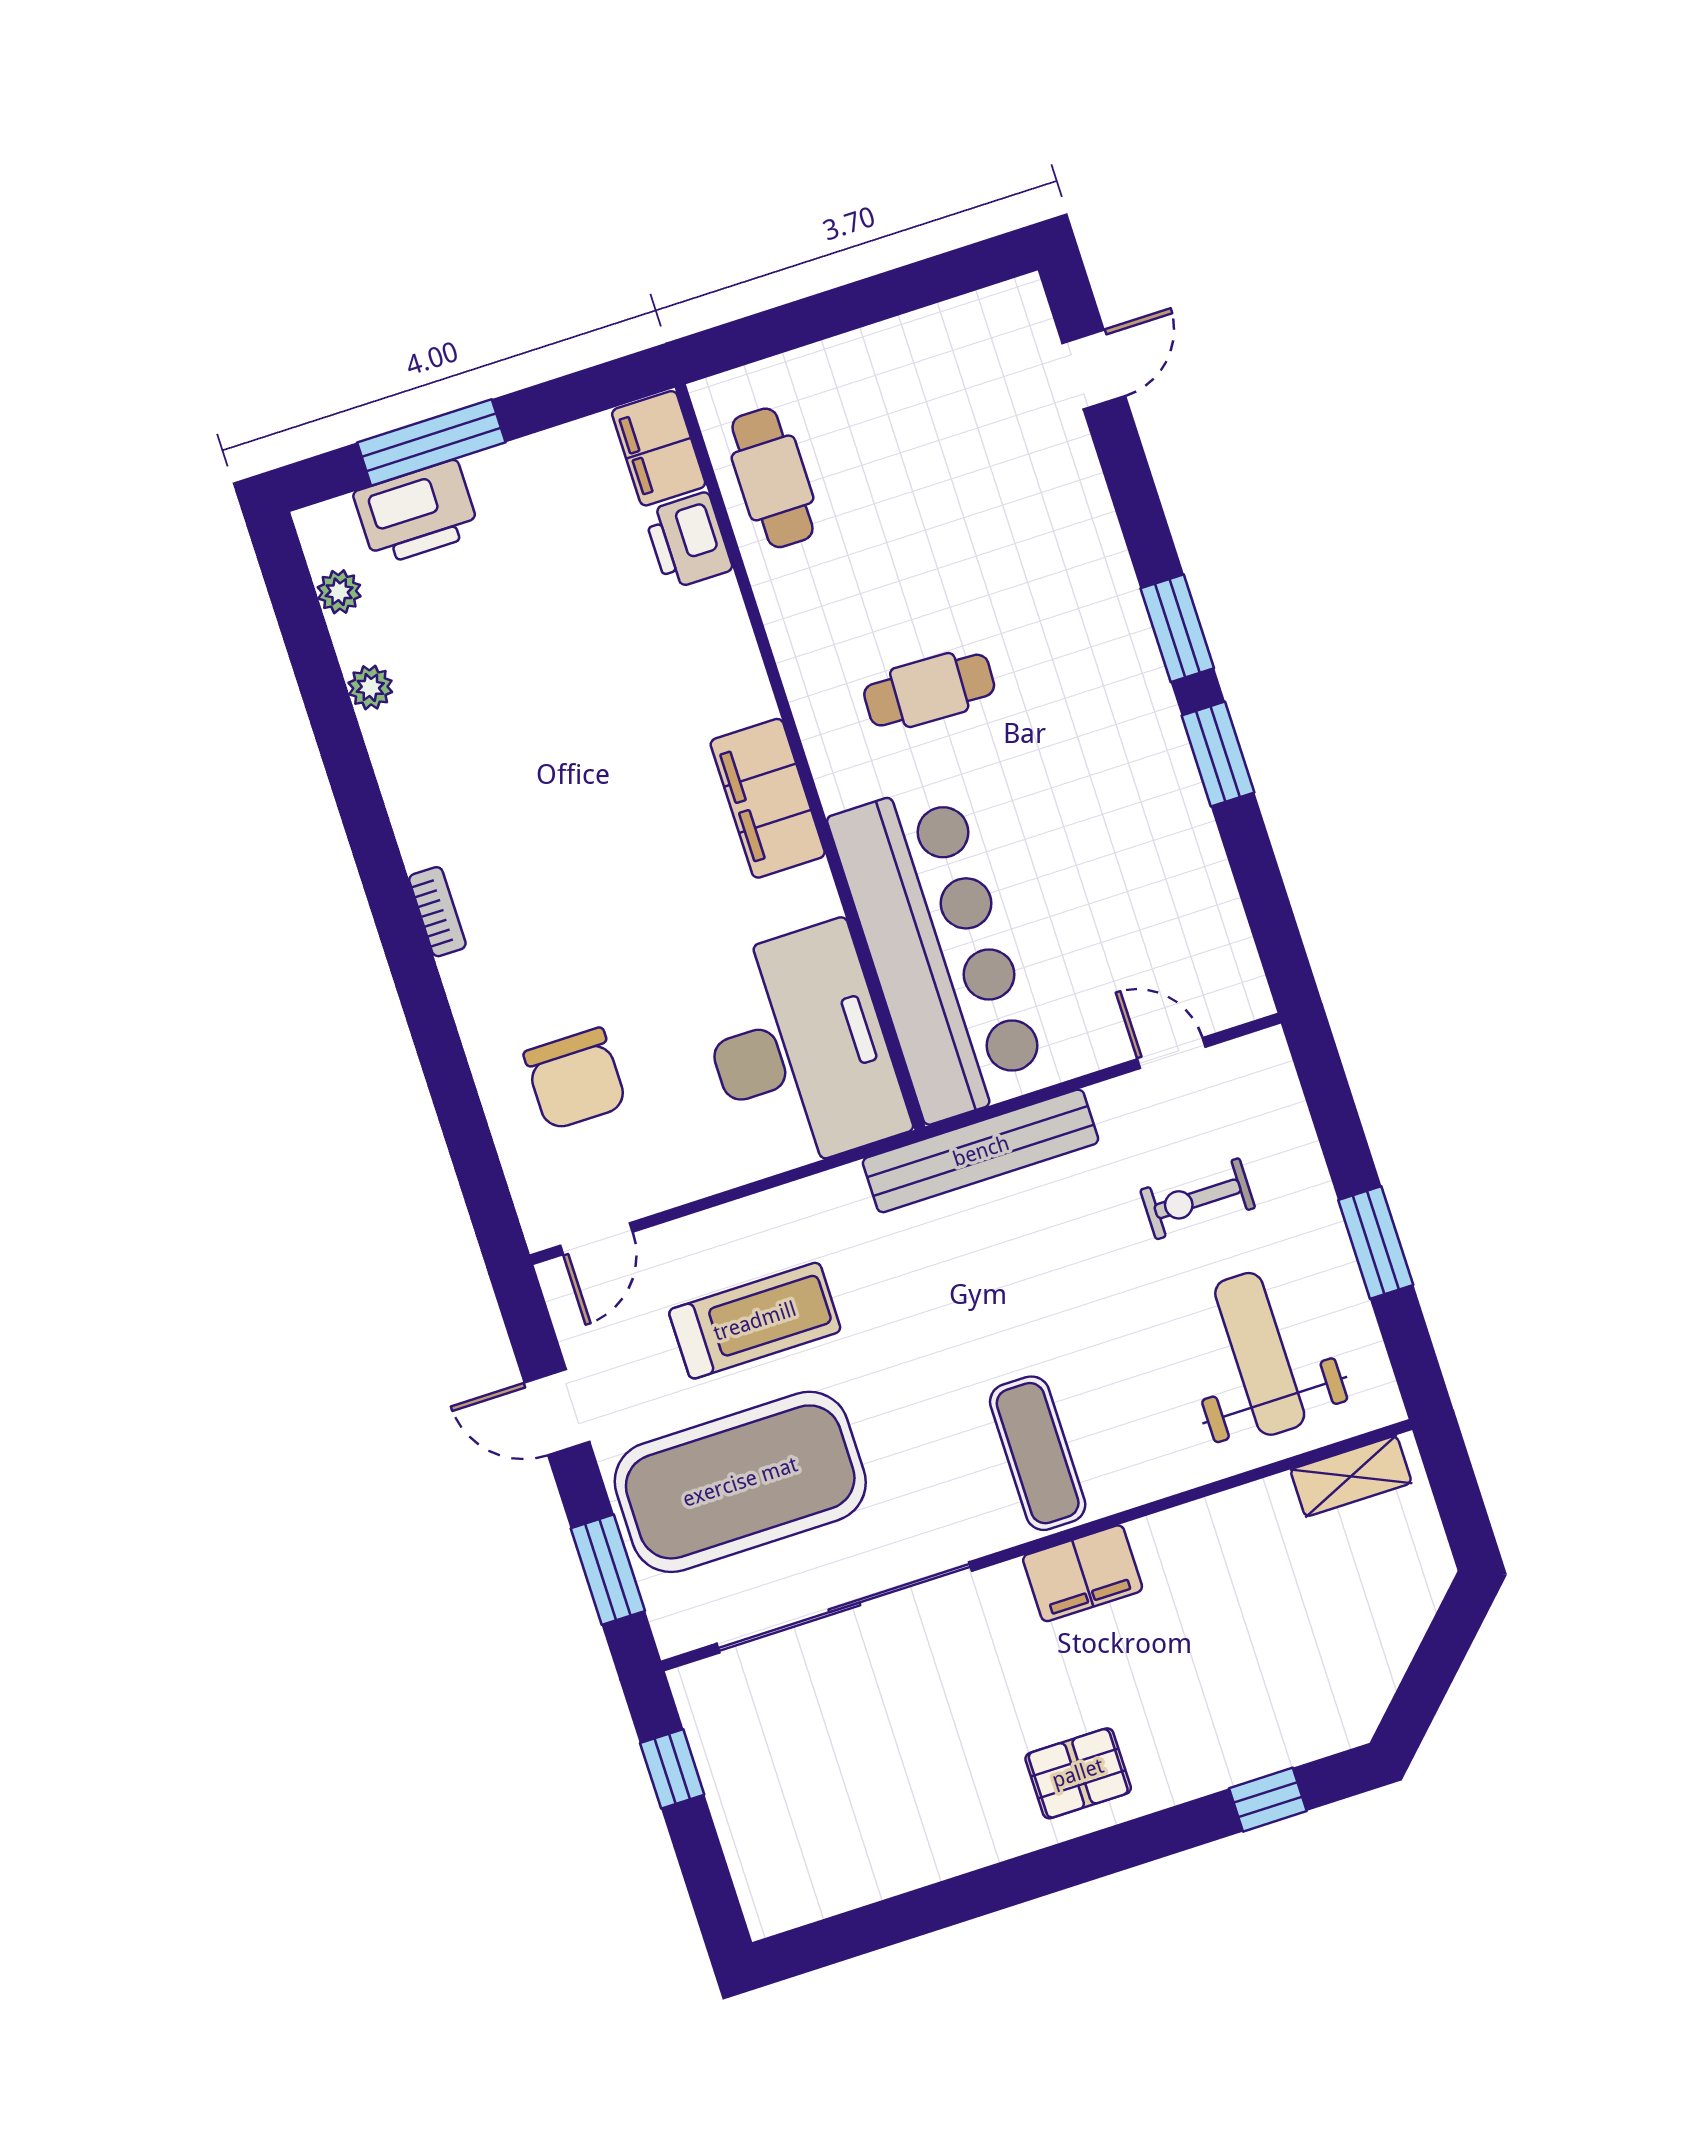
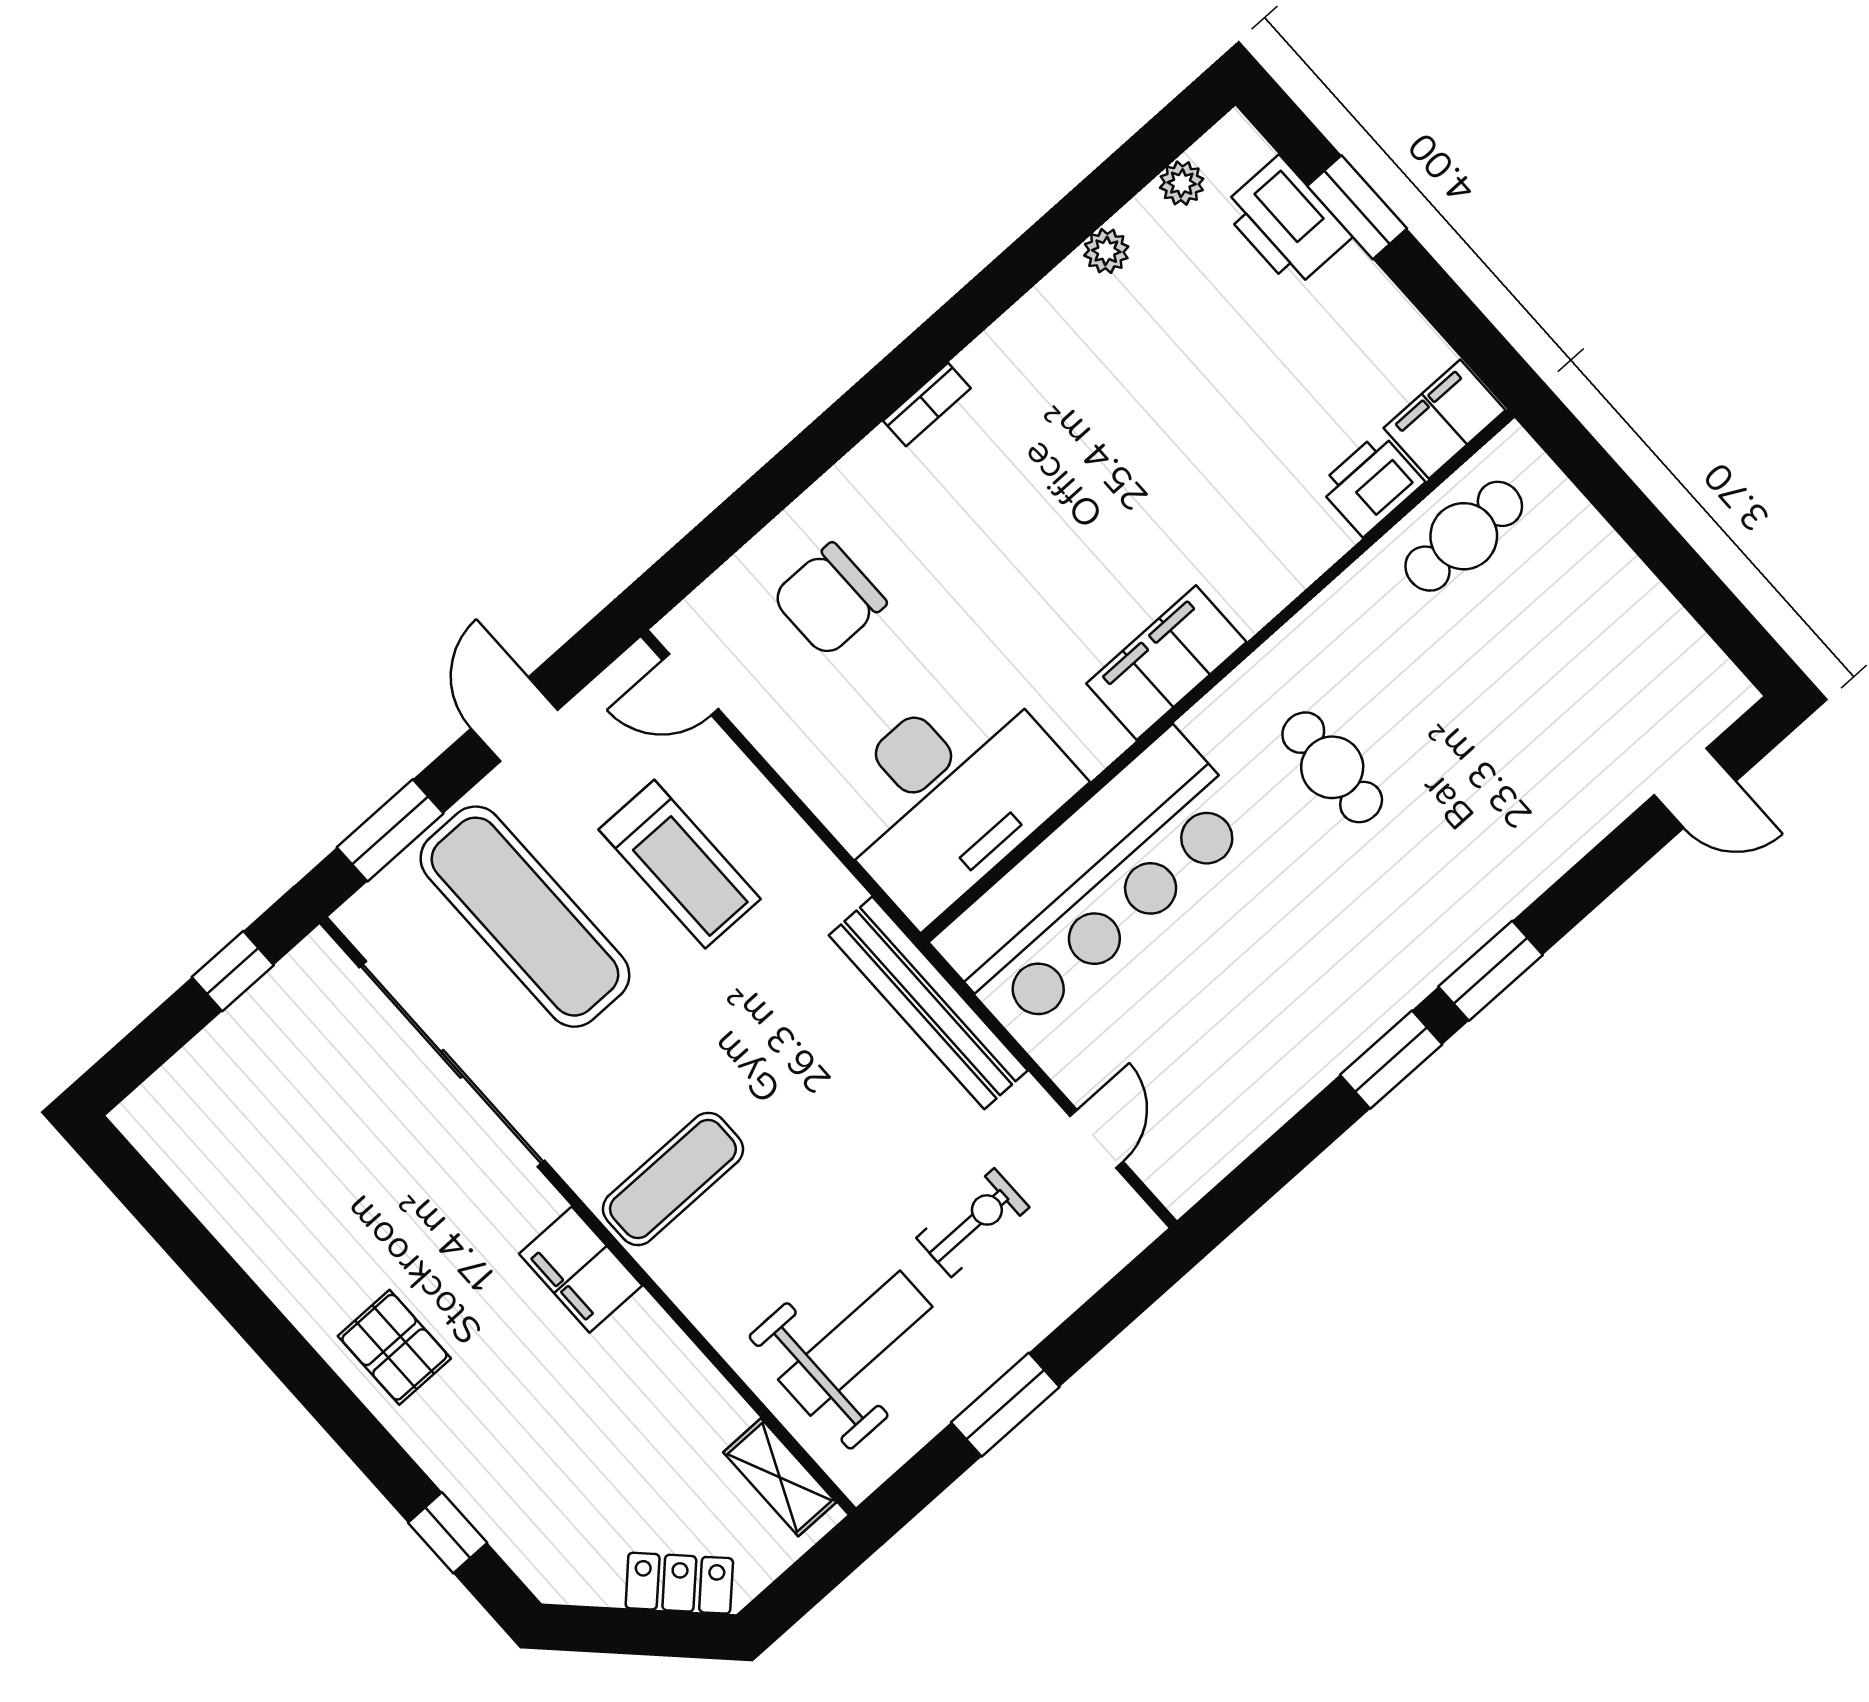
window: (431, 442) -> (1357, 207), width x0.69
exercise bike: (1198, 1199) -> (973, 1223), turned 90
exercise mat: (740, 1482) -> (525, 917), width x0.68
locker: (1407, 1610) -> (679, 1583), added

